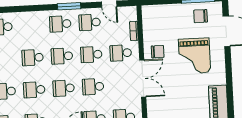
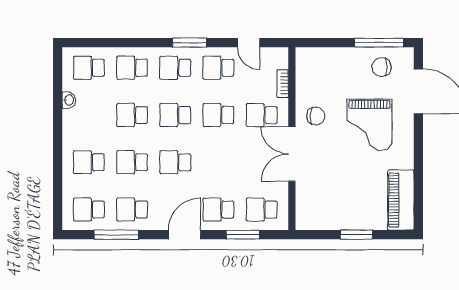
double door: (143, 78) -> (292, 154), swing flipped
school desk: (93, 87) -> (132, 68), moved

